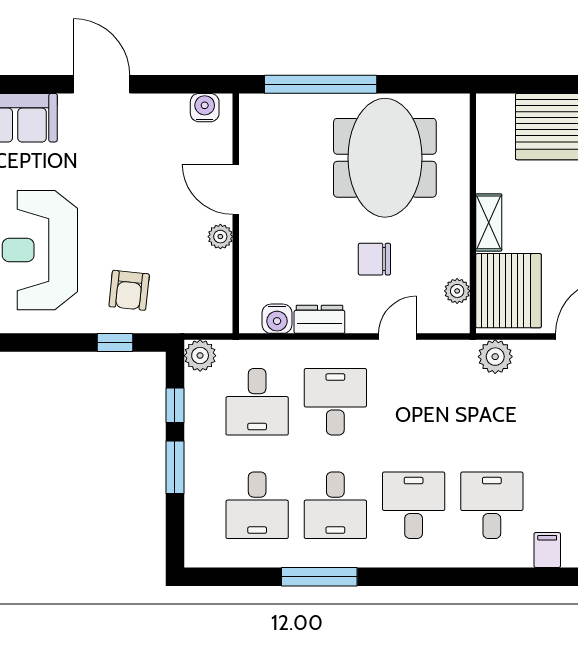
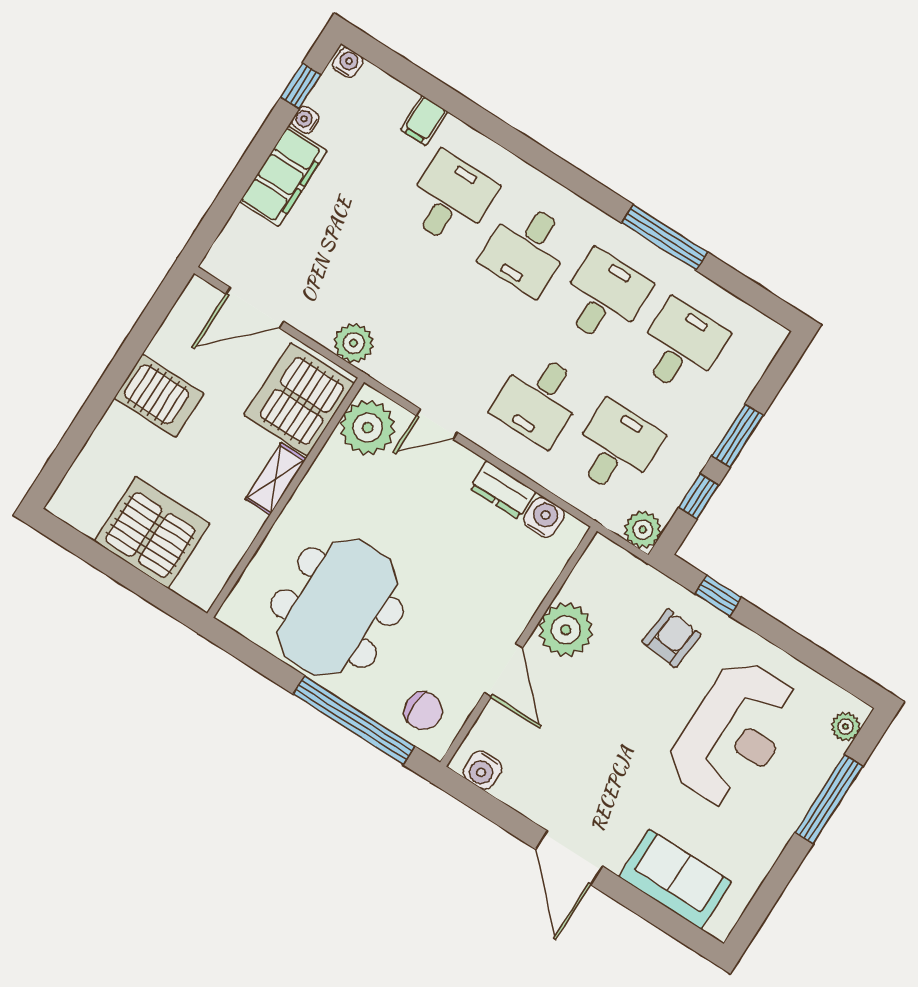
plant: (220, 237) -> (566, 630), width x1.88, depth x1.88
chair: (374, 259) -> (423, 711), moved
plant: (457, 291) -> (368, 427), width x1.88, depth x1.88
desk: (492, 505) -> (450, 199), turned 180

